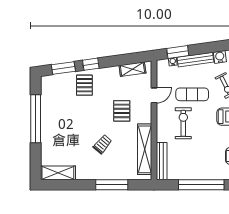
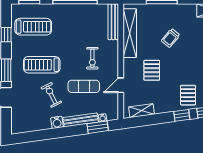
exercise bike: (183, 123) -> (92, 58), width x0.73, depth x0.72

